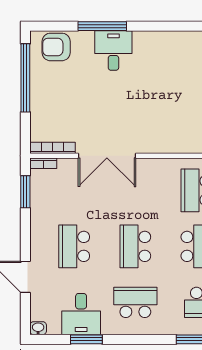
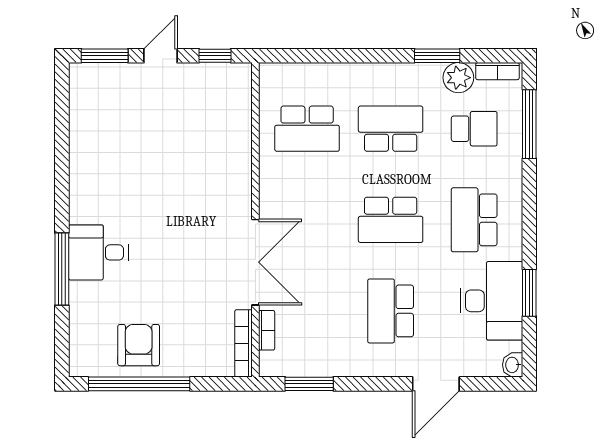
armchair: (56, 47) -> (139, 345), moved, turned 180
bookcase: (43, 163) -> (267, 330), moved
school desk: (74, 246) -> (391, 311), turned 90
desk: (81, 314) -> (492, 301), width x1.37

